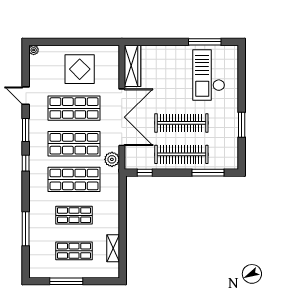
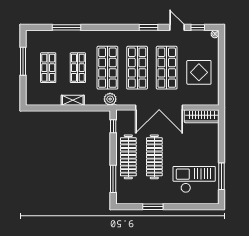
door: (26, 96) -> (177, 27), hinge flipped
plant: (112, 159) -> (110, 99), moved
window: (26, 163) -> (198, 27), moved
shelving: (113, 248) -> (73, 100), moved

